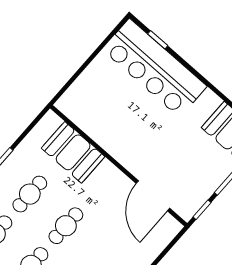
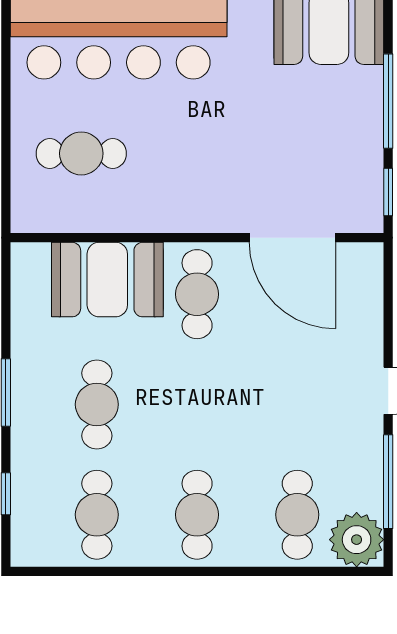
cafe table: (104, 99) -> (81, 153), added
cafe table: (66, 226) -> (197, 294), moved

